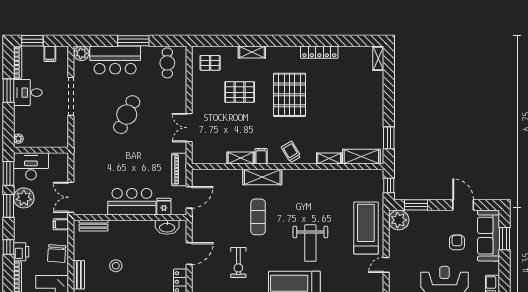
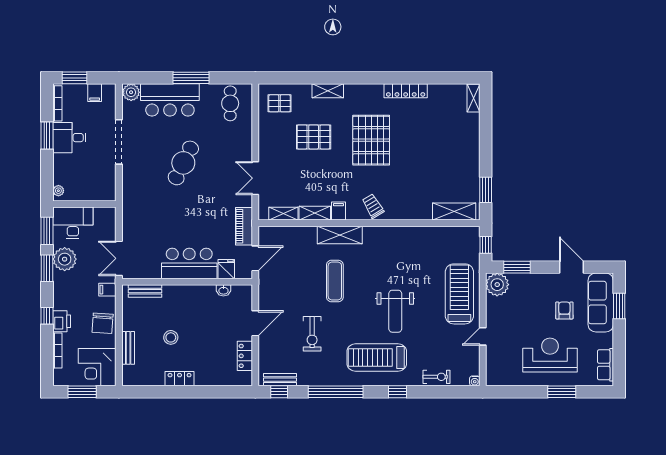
shelving: (329, 159) -> (283, 214), moved
washbasin: (167, 227) -> (223, 290), width x0.52, depth x0.69

